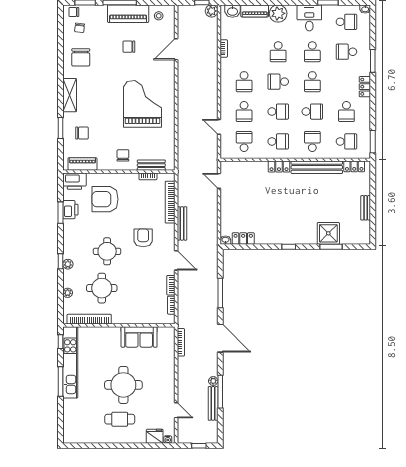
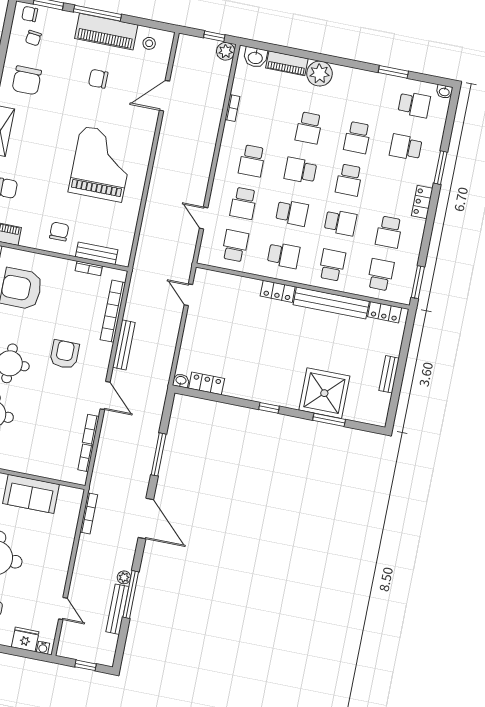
desk: (309, 18) -> (363, 89), removed
school desk: (346, 141) -> (381, 275), turned -90
shower: (328, 233) -> (324, 393), width x1.37, depth x1.37

